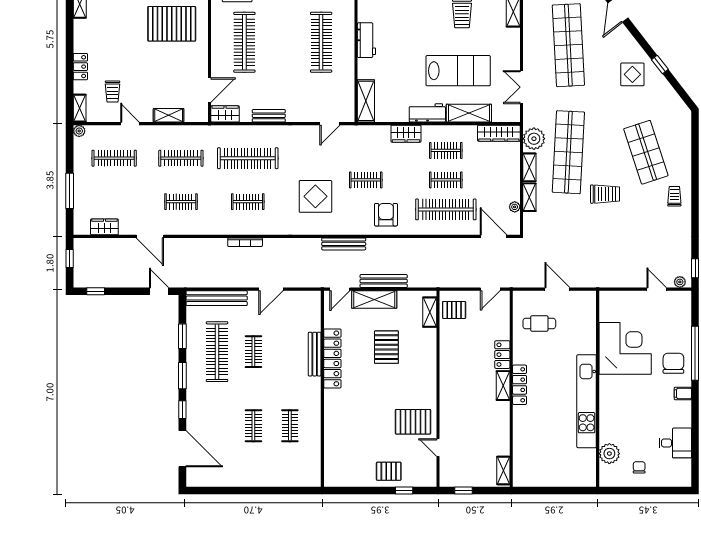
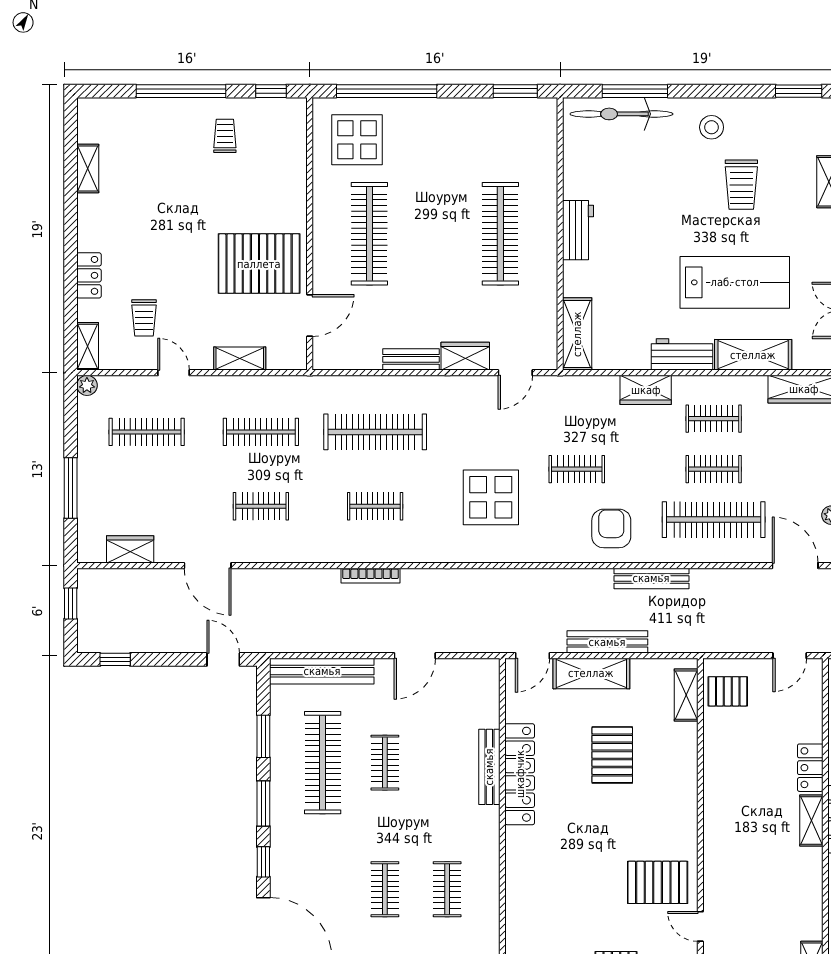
pallet: (172, 24) -> (259, 264), moved
wardrobe: (225, 114) -> (465, 356), moved
bench: (344, 244) -> (651, 578), moved

